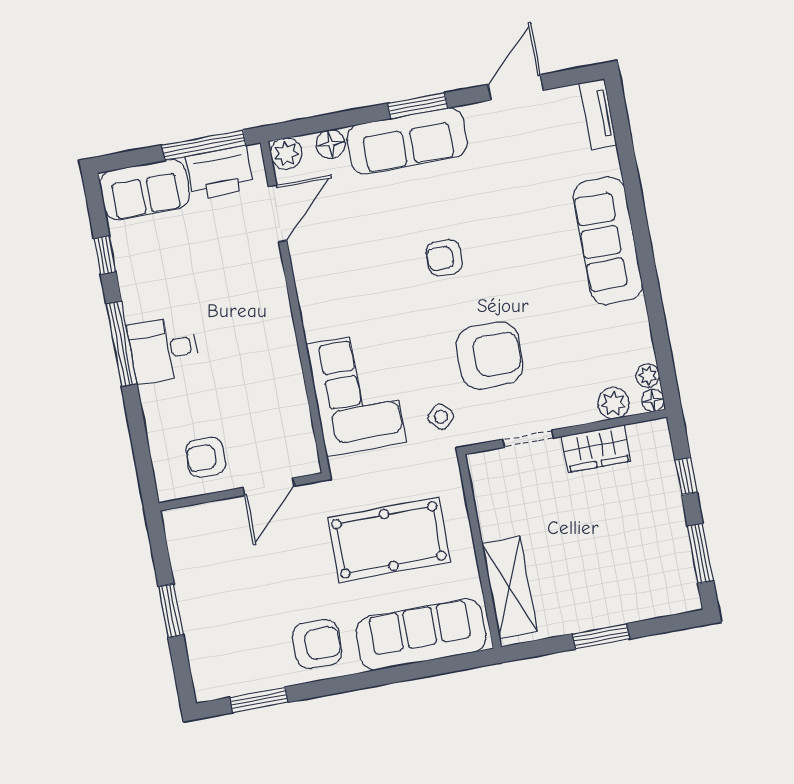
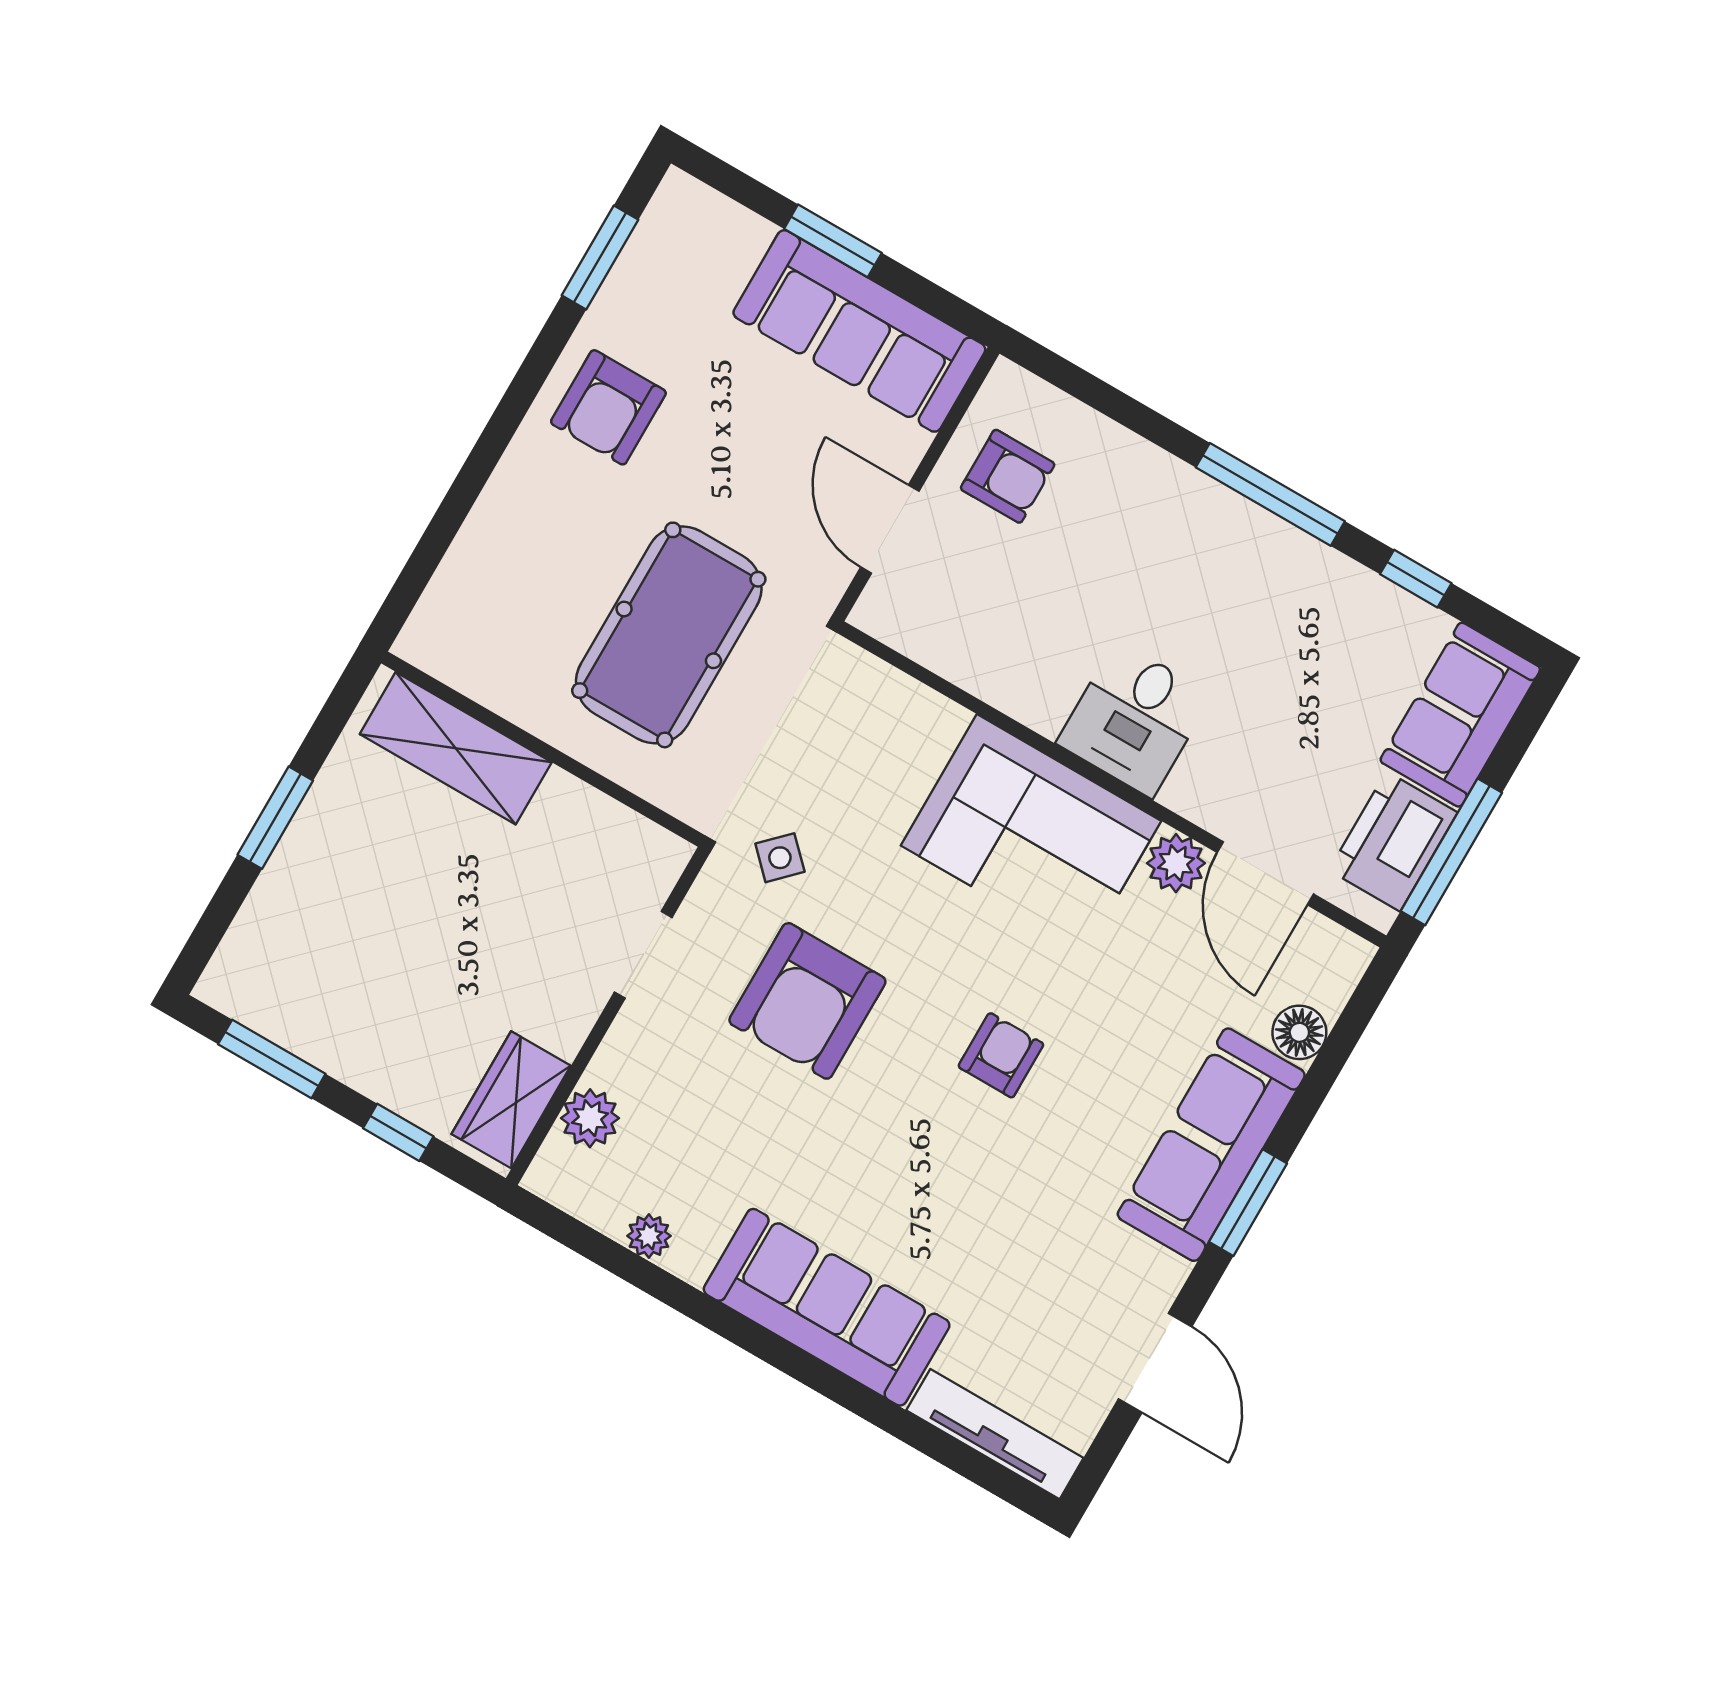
tv unit: (598, 114) -> (995, 1434), width x1.41
plant: (286, 154) -> (1176, 863), moved
desk: (163, 350) -> (1134, 719), moved, turned 180
plant: (648, 375) -> (649, 1236), moved
corner sofa: (356, 394) -> (1031, 833), moved
floor lamp: (653, 400) -> (546, 1177), removed
wardrobe: (596, 449) -> (511, 1100), moved
armchair: (206, 457) -> (1008, 476), turned 90
sofa: (421, 634) -> (859, 331), moved, turned 90

